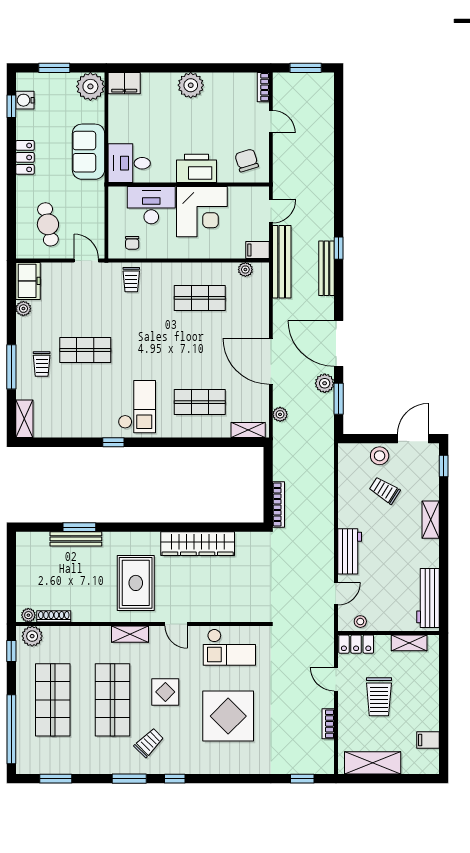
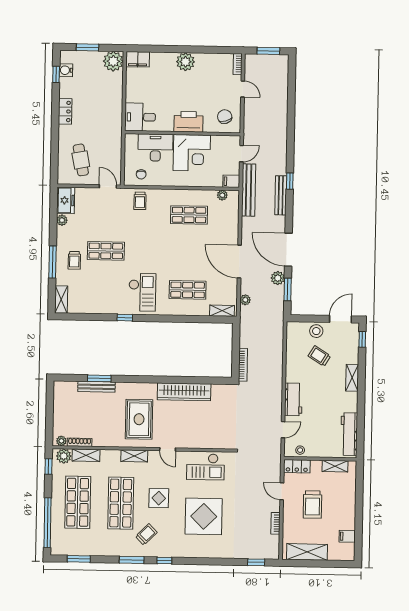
sofa: (88, 152) -> (111, 108), removed
shelving: (63, 634) -> (86, 455), added

